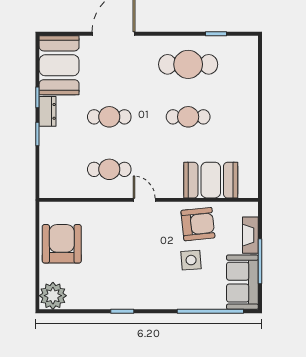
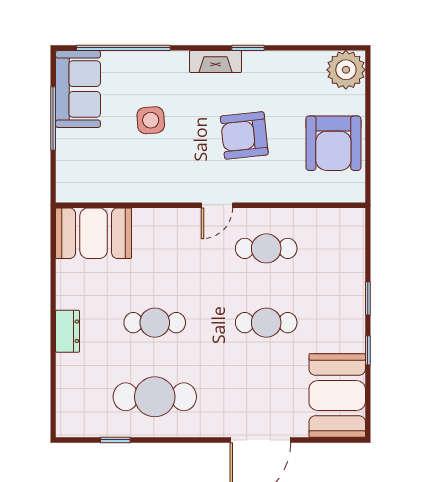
dresser: (48, 111) -> (68, 331), moved, turned 180
booth: (211, 180) -> (94, 233), moved
door: (144, 200) -> (217, 205), hinge flipped
armchair: (198, 224) -> (244, 135), moved
fireplace: (250, 235) -> (216, 61), moved, turned 90

